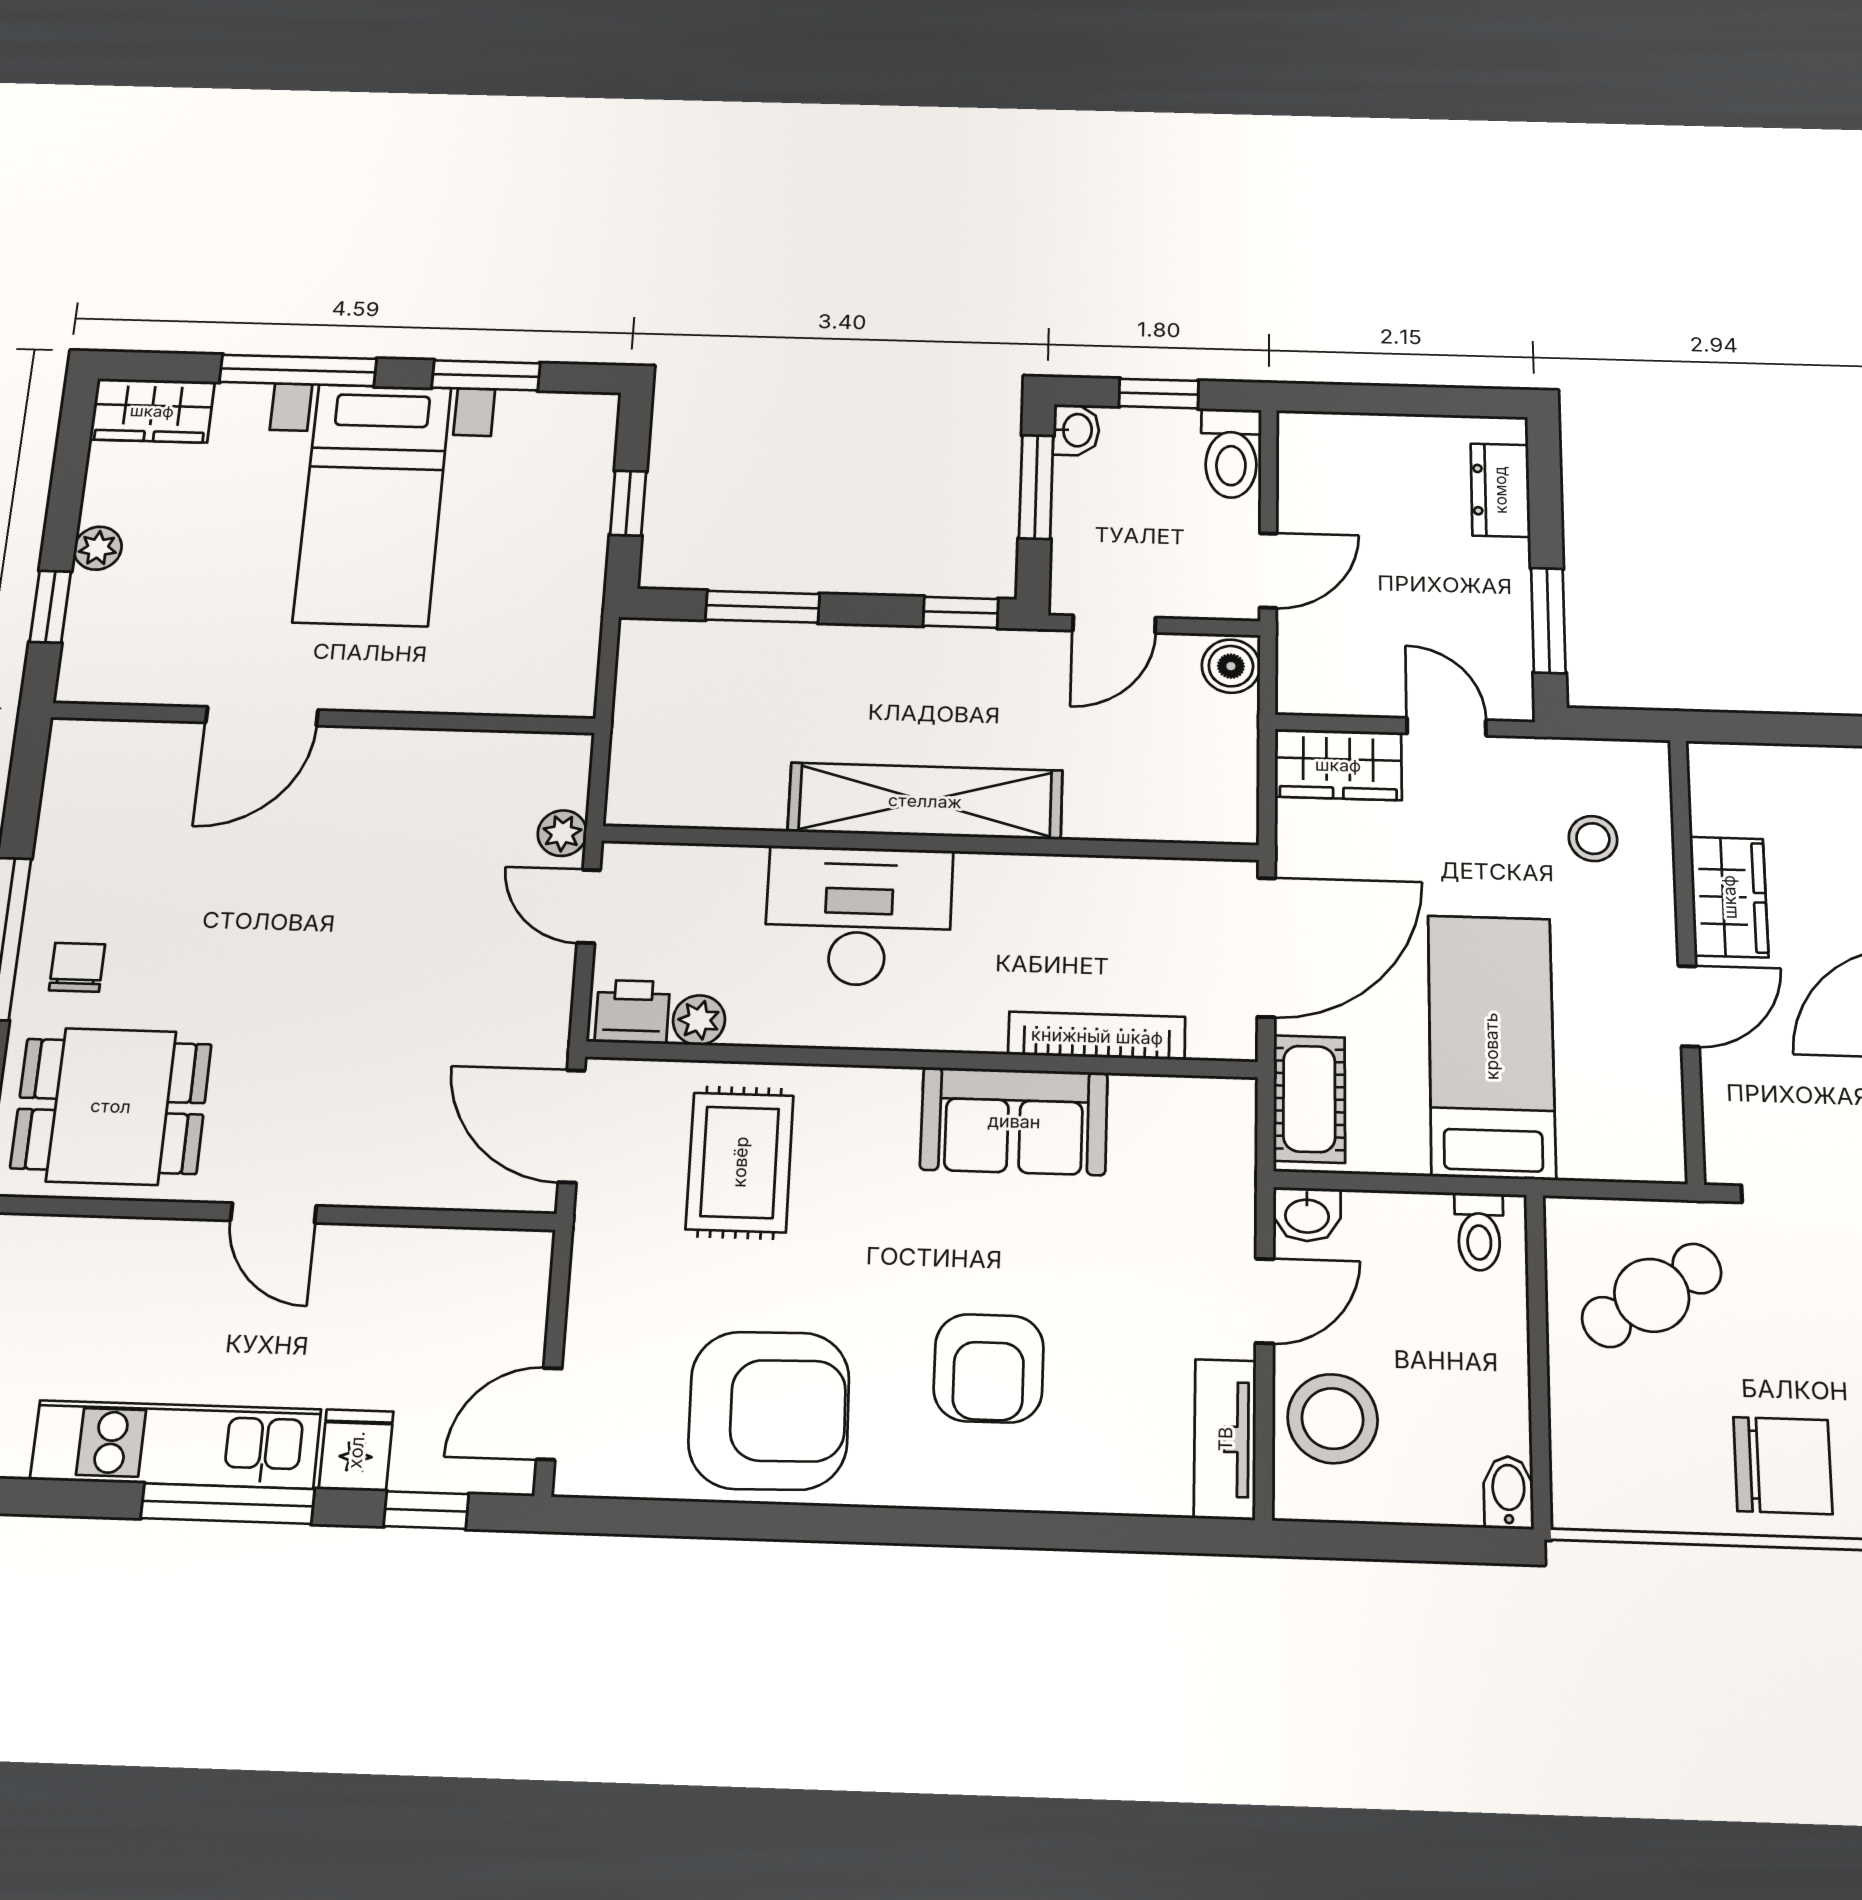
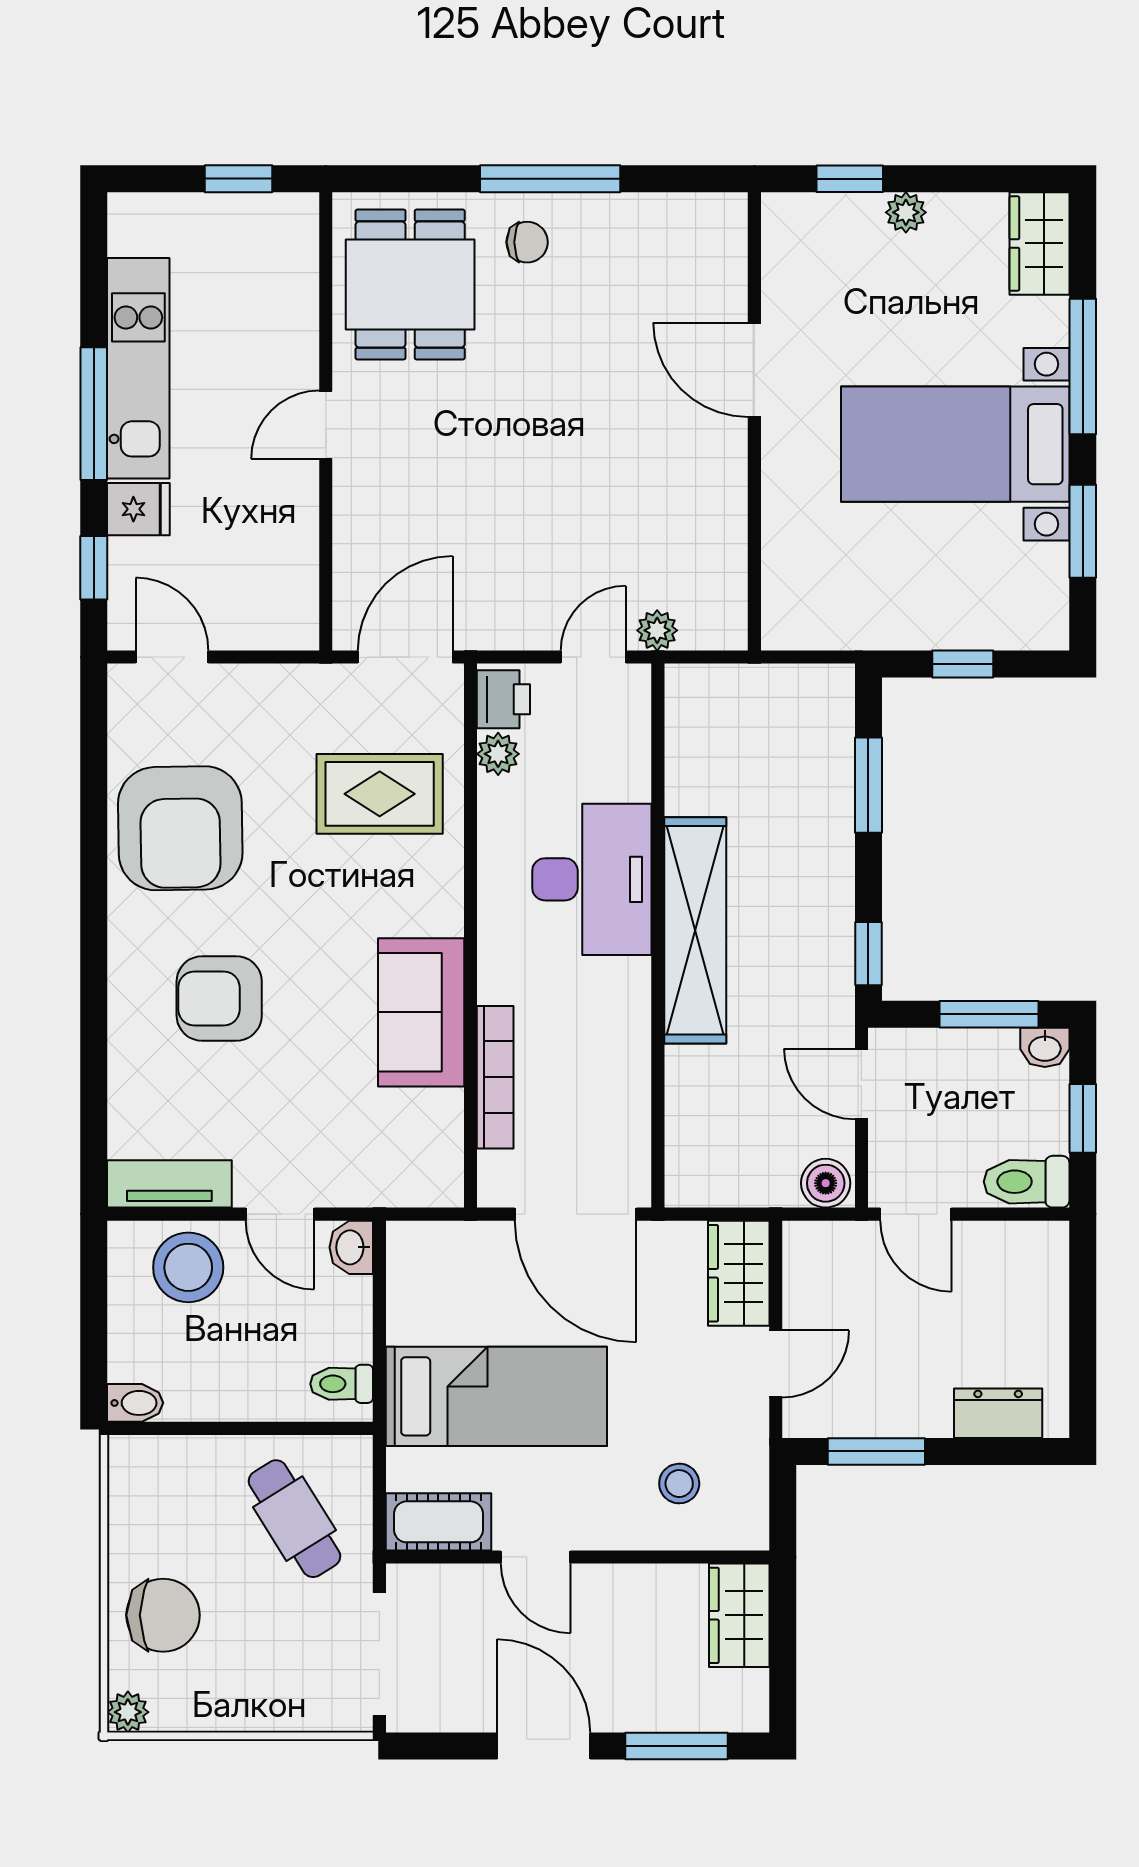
wardrobe: (1729, 897) -> (739, 1615), moved, turned 90
cot: (1309, 1099) -> (438, 1522), moved
chair: (1783, 1465) -> (163, 1615), turned -90

